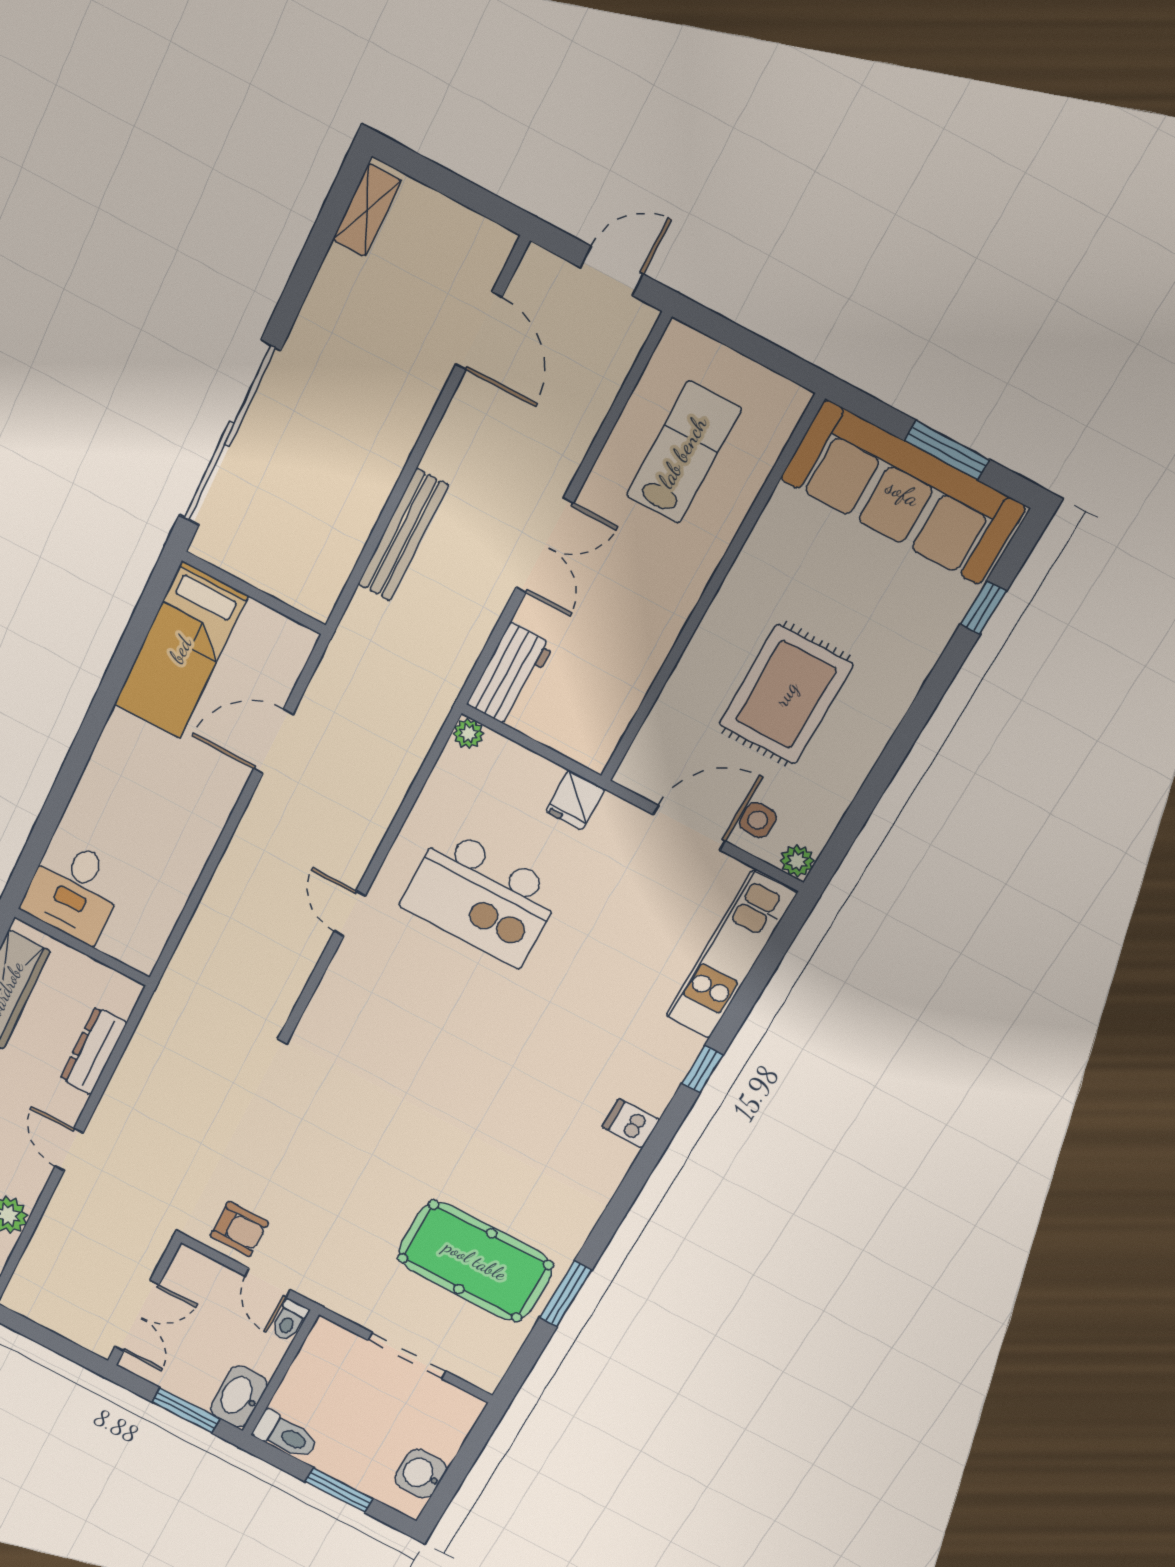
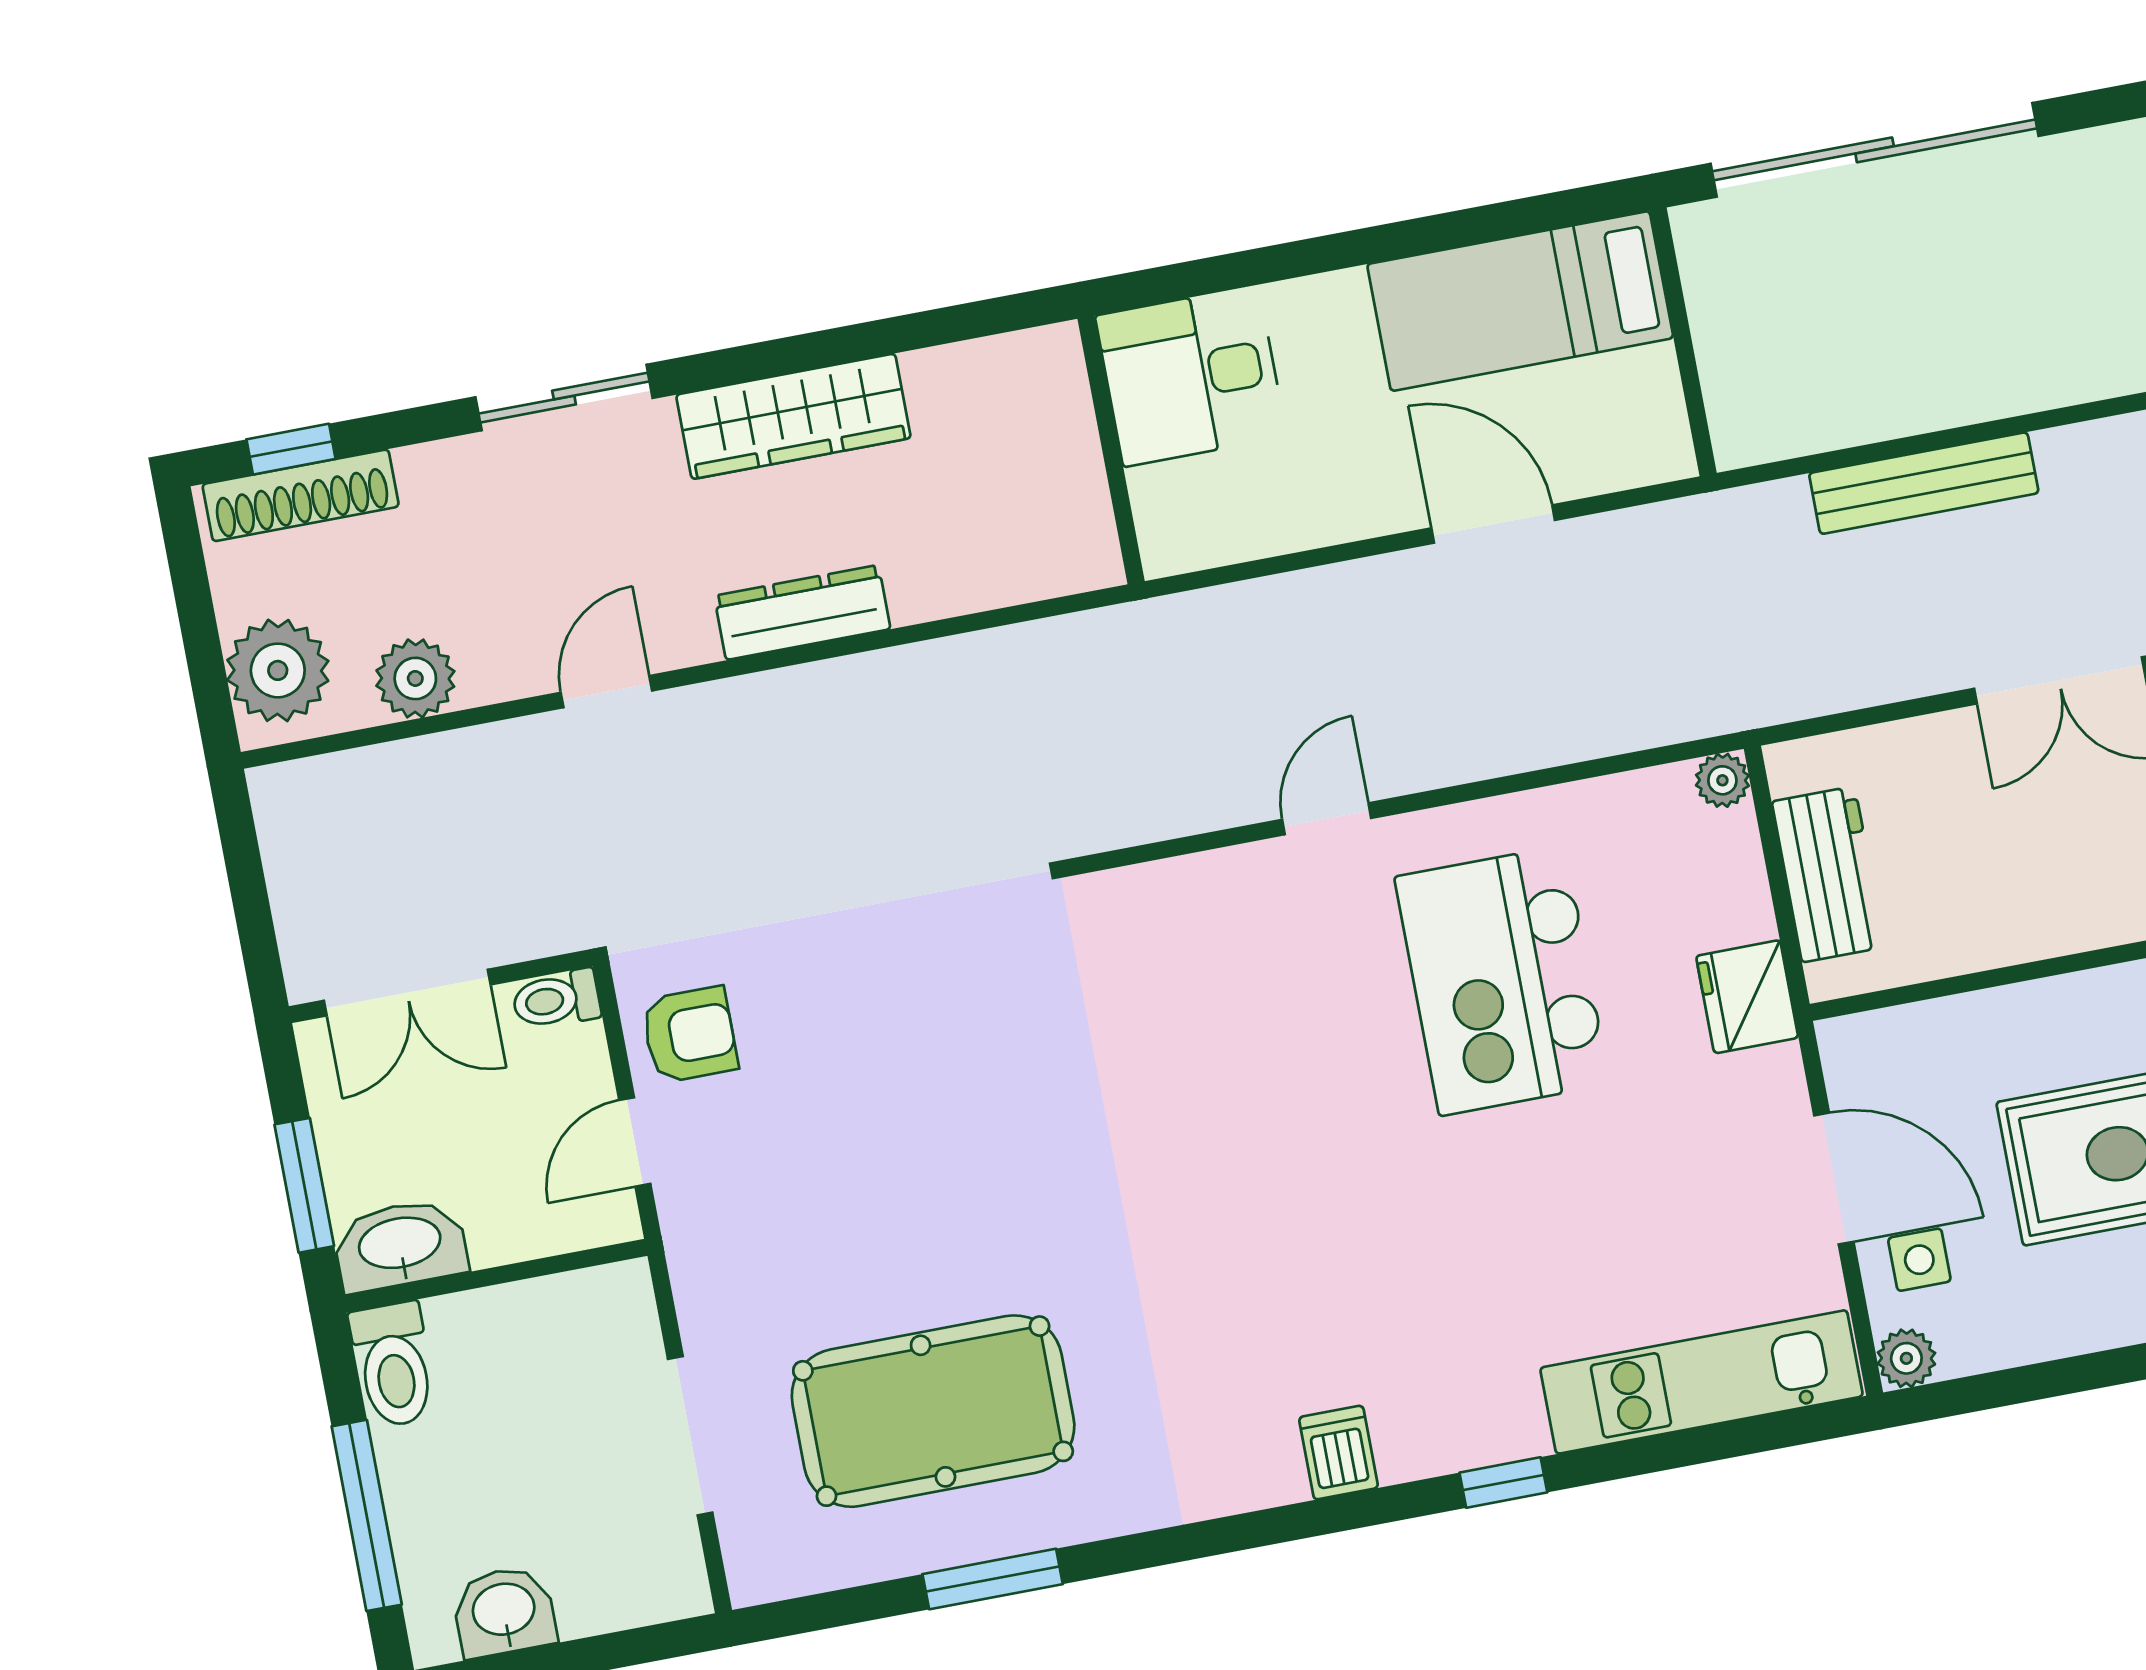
workbench: (510, 675) -> (1828, 874), moved, turned -90
fridge: (575, 800) -> (1747, 997), width x1.38
desk: (74, 891) -> (1191, 376), moved
wall: (82, 947) -> (1111, 450), moved
armchair: (239, 1229) -> (690, 1035), turned -90
pool table: (475, 1261) -> (933, 1411), turned 90
toilet: (289, 1321) -> (556, 999), moved
window: (339, 1490) -> (367, 1515), width x1.44

